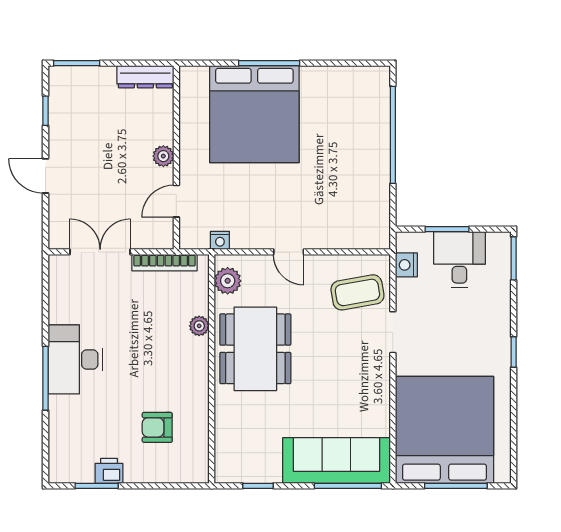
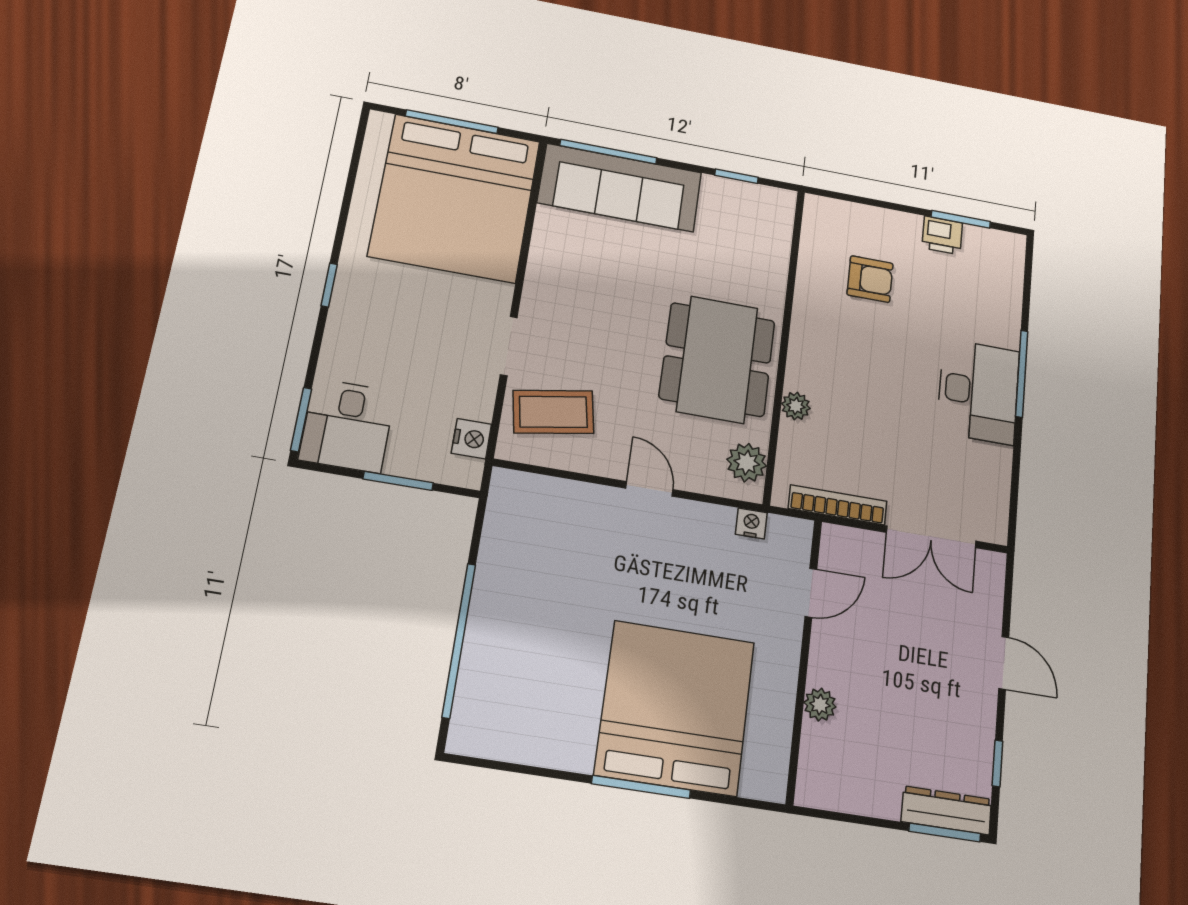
dresser: (145, 77) -> (946, 810), moved
plant: (163, 156) -> (820, 705), moved
desk: (459, 260) -> (347, 426), moved

